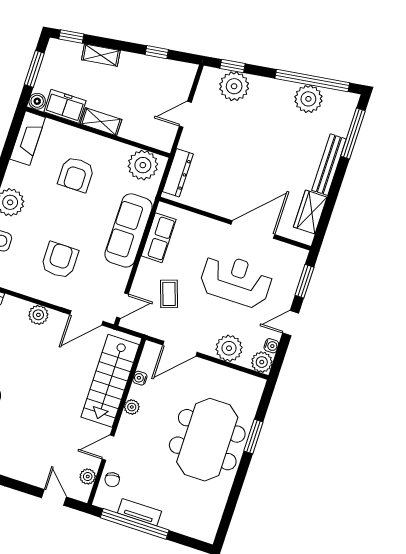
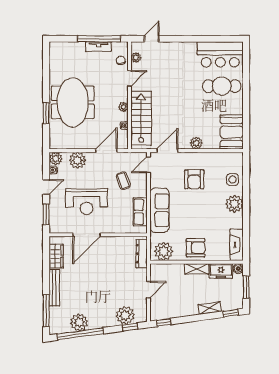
window: (157, 52) -> (164, 322), moved
armchair: (76, 174) -> (196, 248), moved, turned 90
door: (54, 497) -> (152, 39), swing flipped

